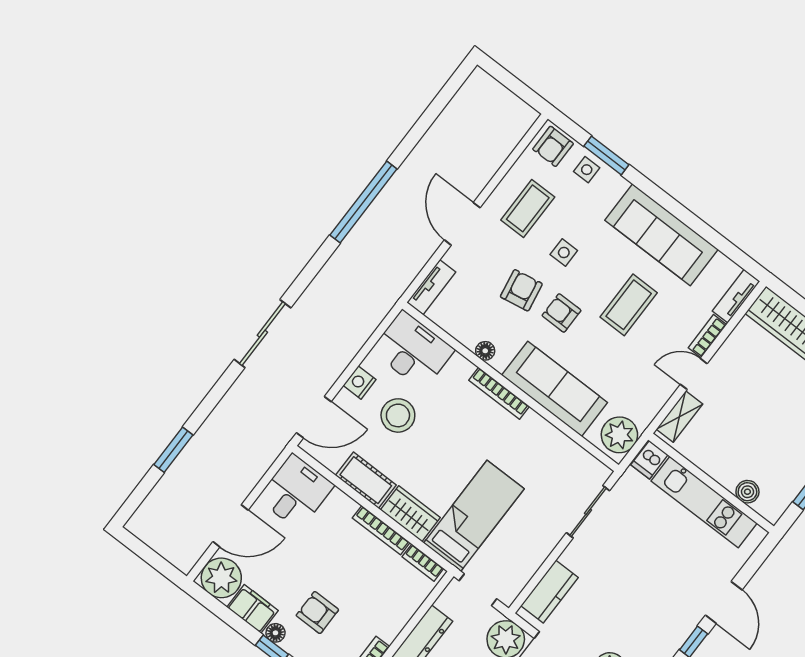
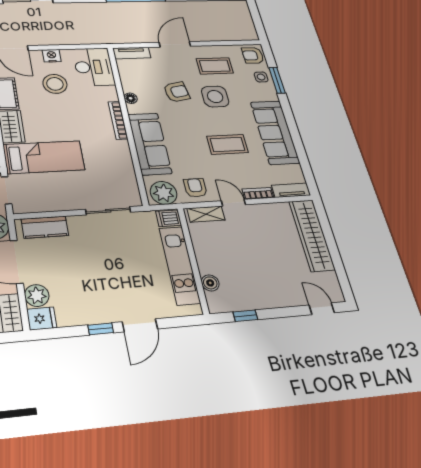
side table: (564, 253) -> (215, 97), width x1.87, depth x1.87
armchair: (561, 313) -> (195, 188), moved

